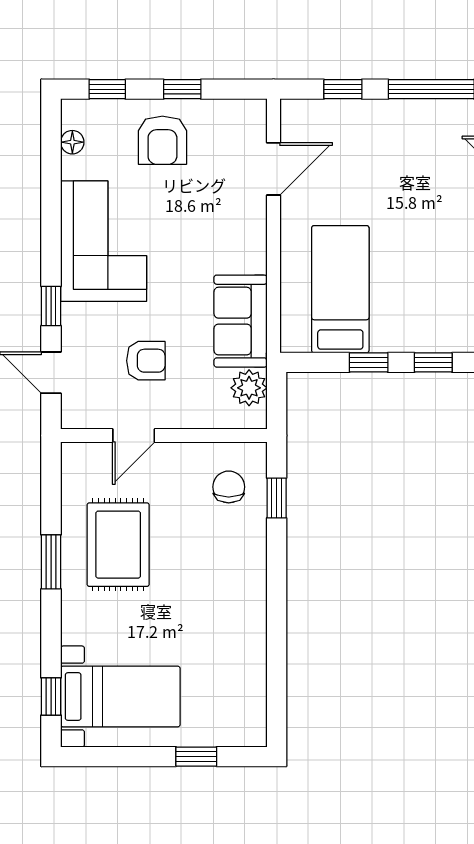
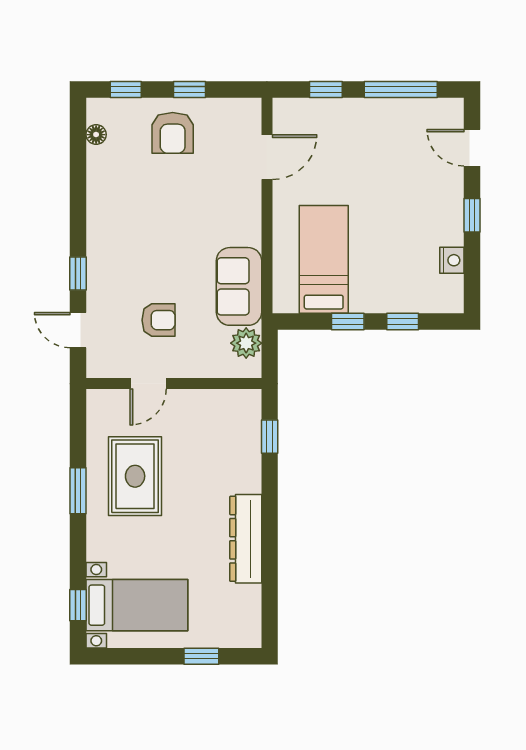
corner sofa: (104, 241) -> (123, 219), removed
chair: (229, 487) -> (229, 427), removed
dresser: (248, 618) -> (246, 539), added

